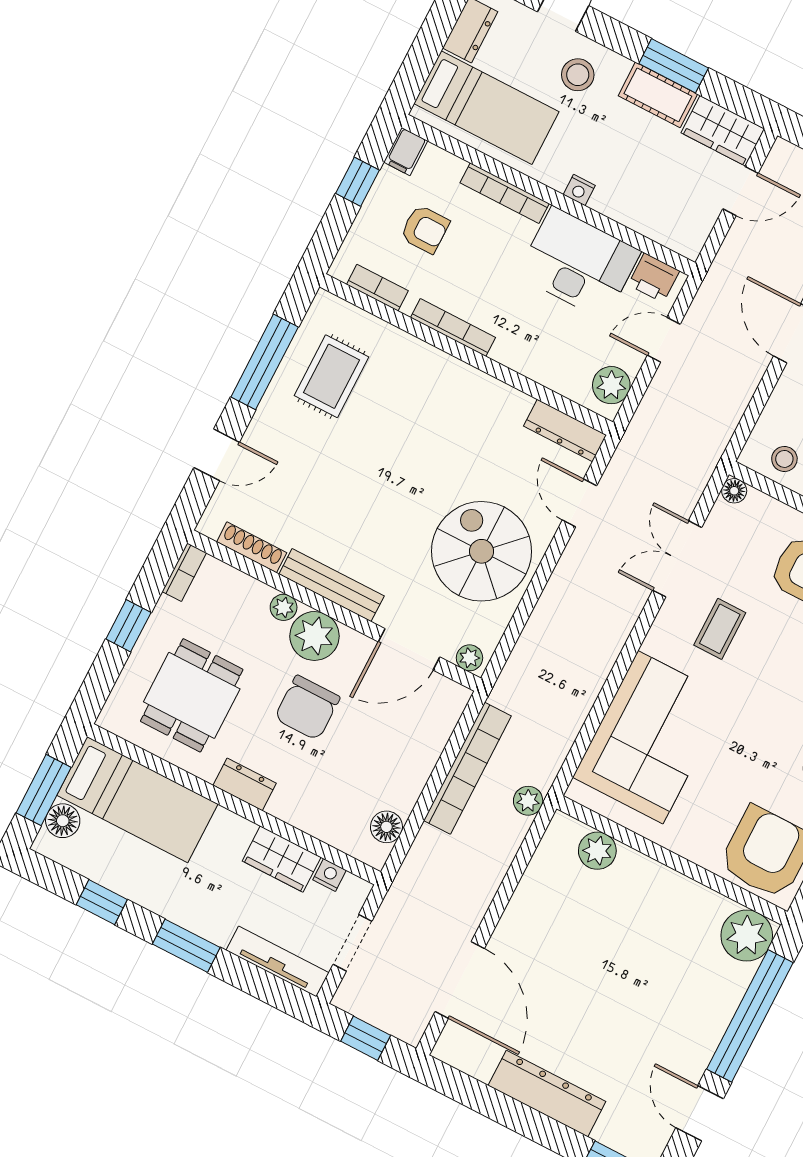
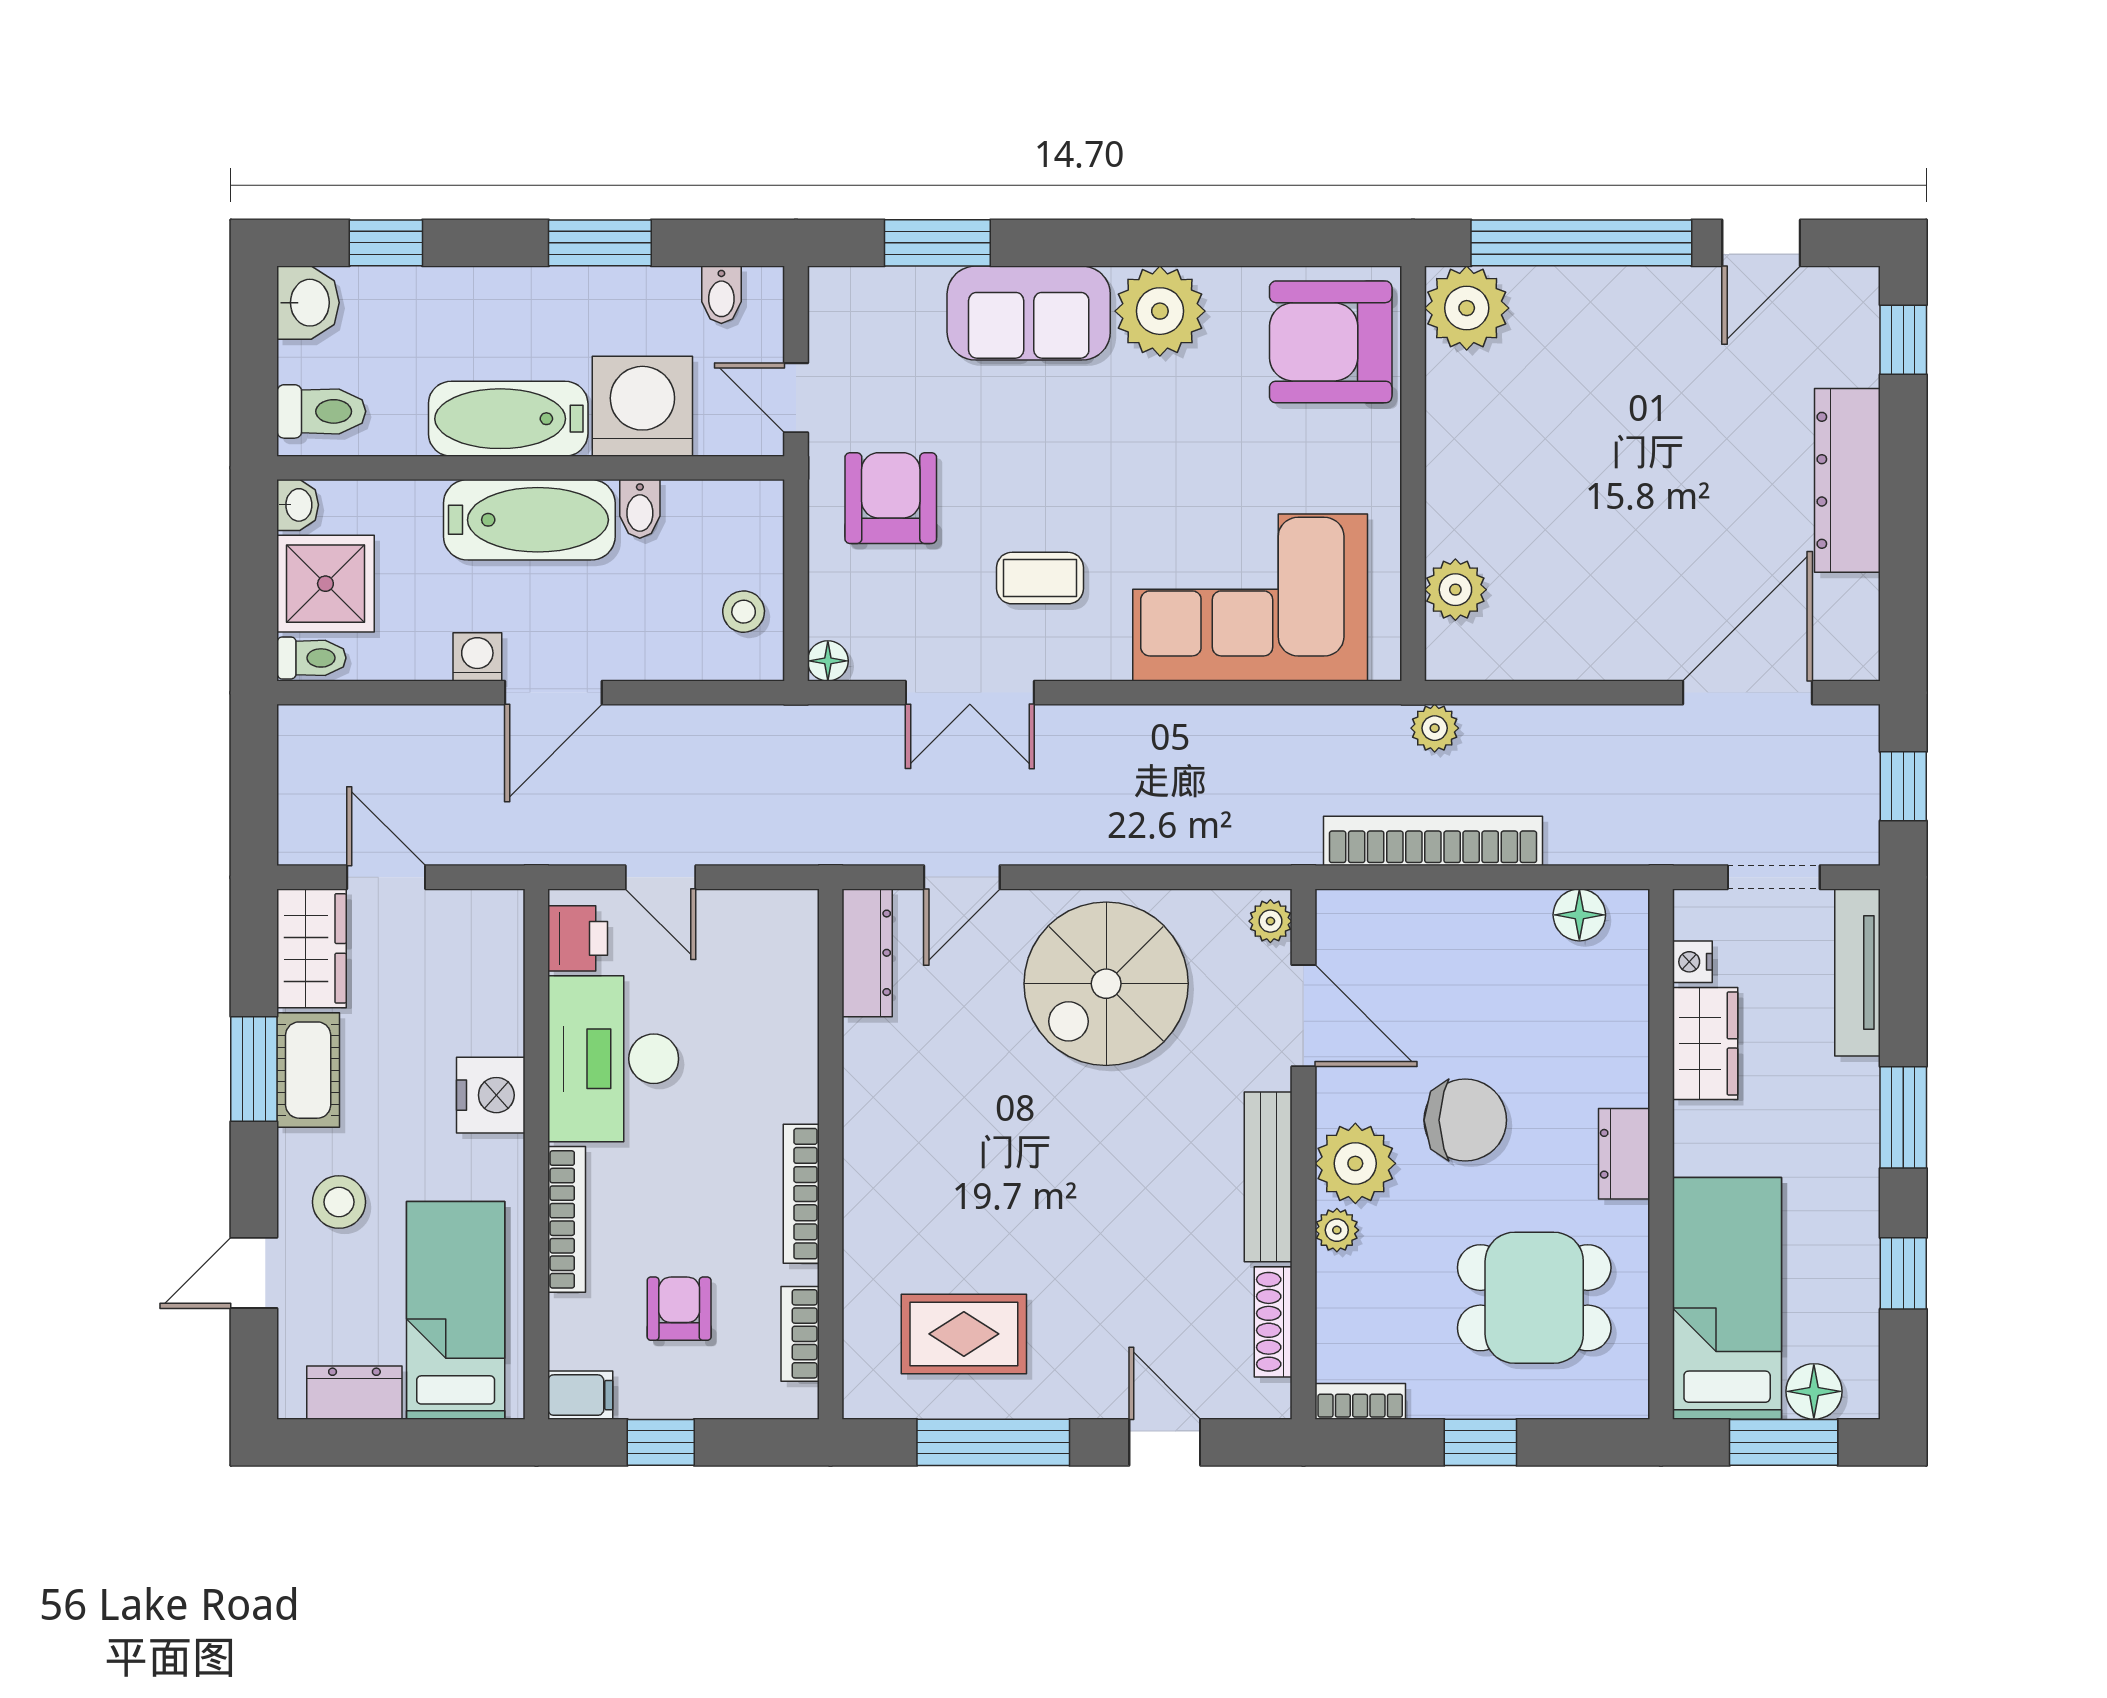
nightstand: (579, 190) -> (491, 1095), width x1.89, depth x1.79
plant: (611, 385) -> (766, 919), removed

